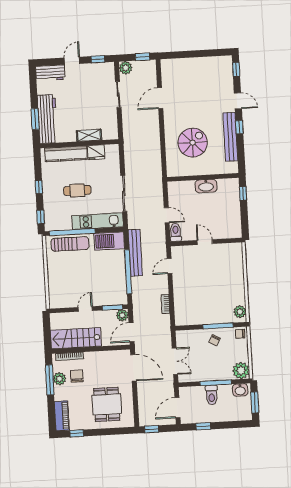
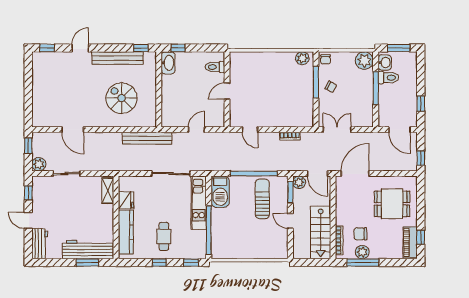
window: (239, 127) -> (141, 48), moved
shelving: (89, 135) -> (108, 191), moved
washbasin: (206, 186) -> (168, 63), moved
cafe table: (77, 190) -> (164, 236), moved
toilet: (176, 232) -> (215, 67), moved
sun lounger: (70, 244) -> (262, 199), moved
bench: (135, 253) -> (147, 138), moved
double door: (175, 361) -> (337, 130), moved
toilet: (212, 395) -> (388, 78), moved
piano: (62, 416) -> (410, 242), moved, turned -90

